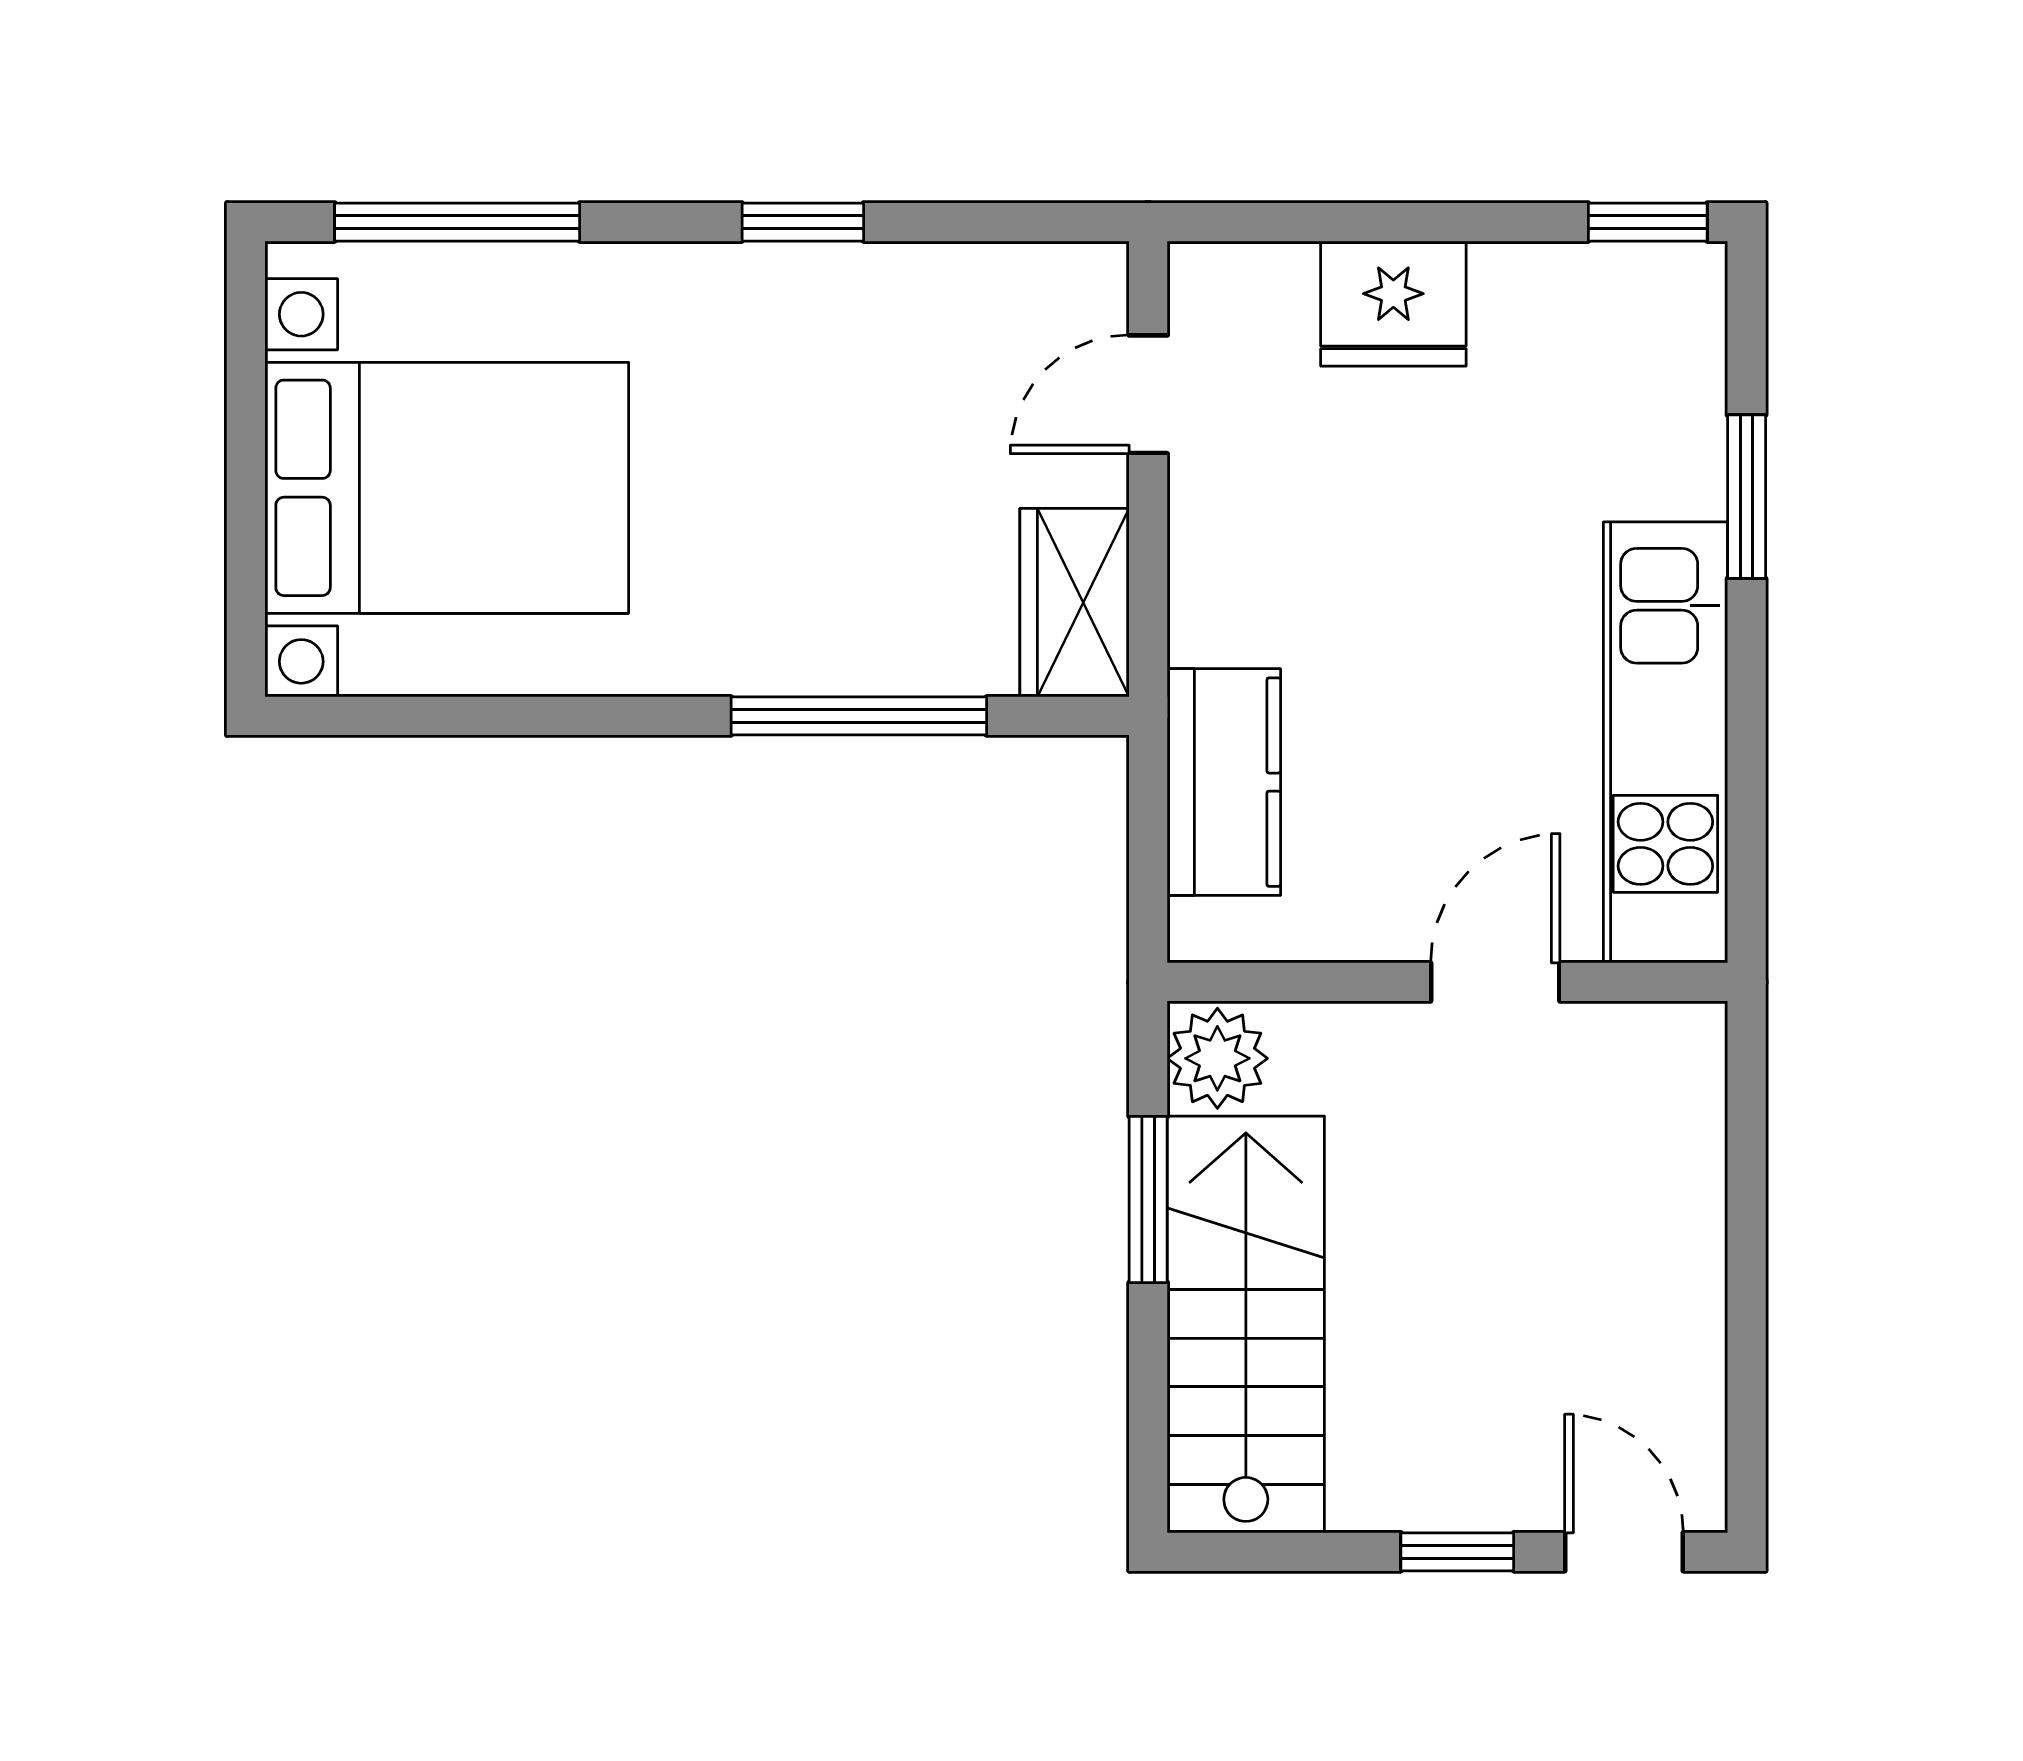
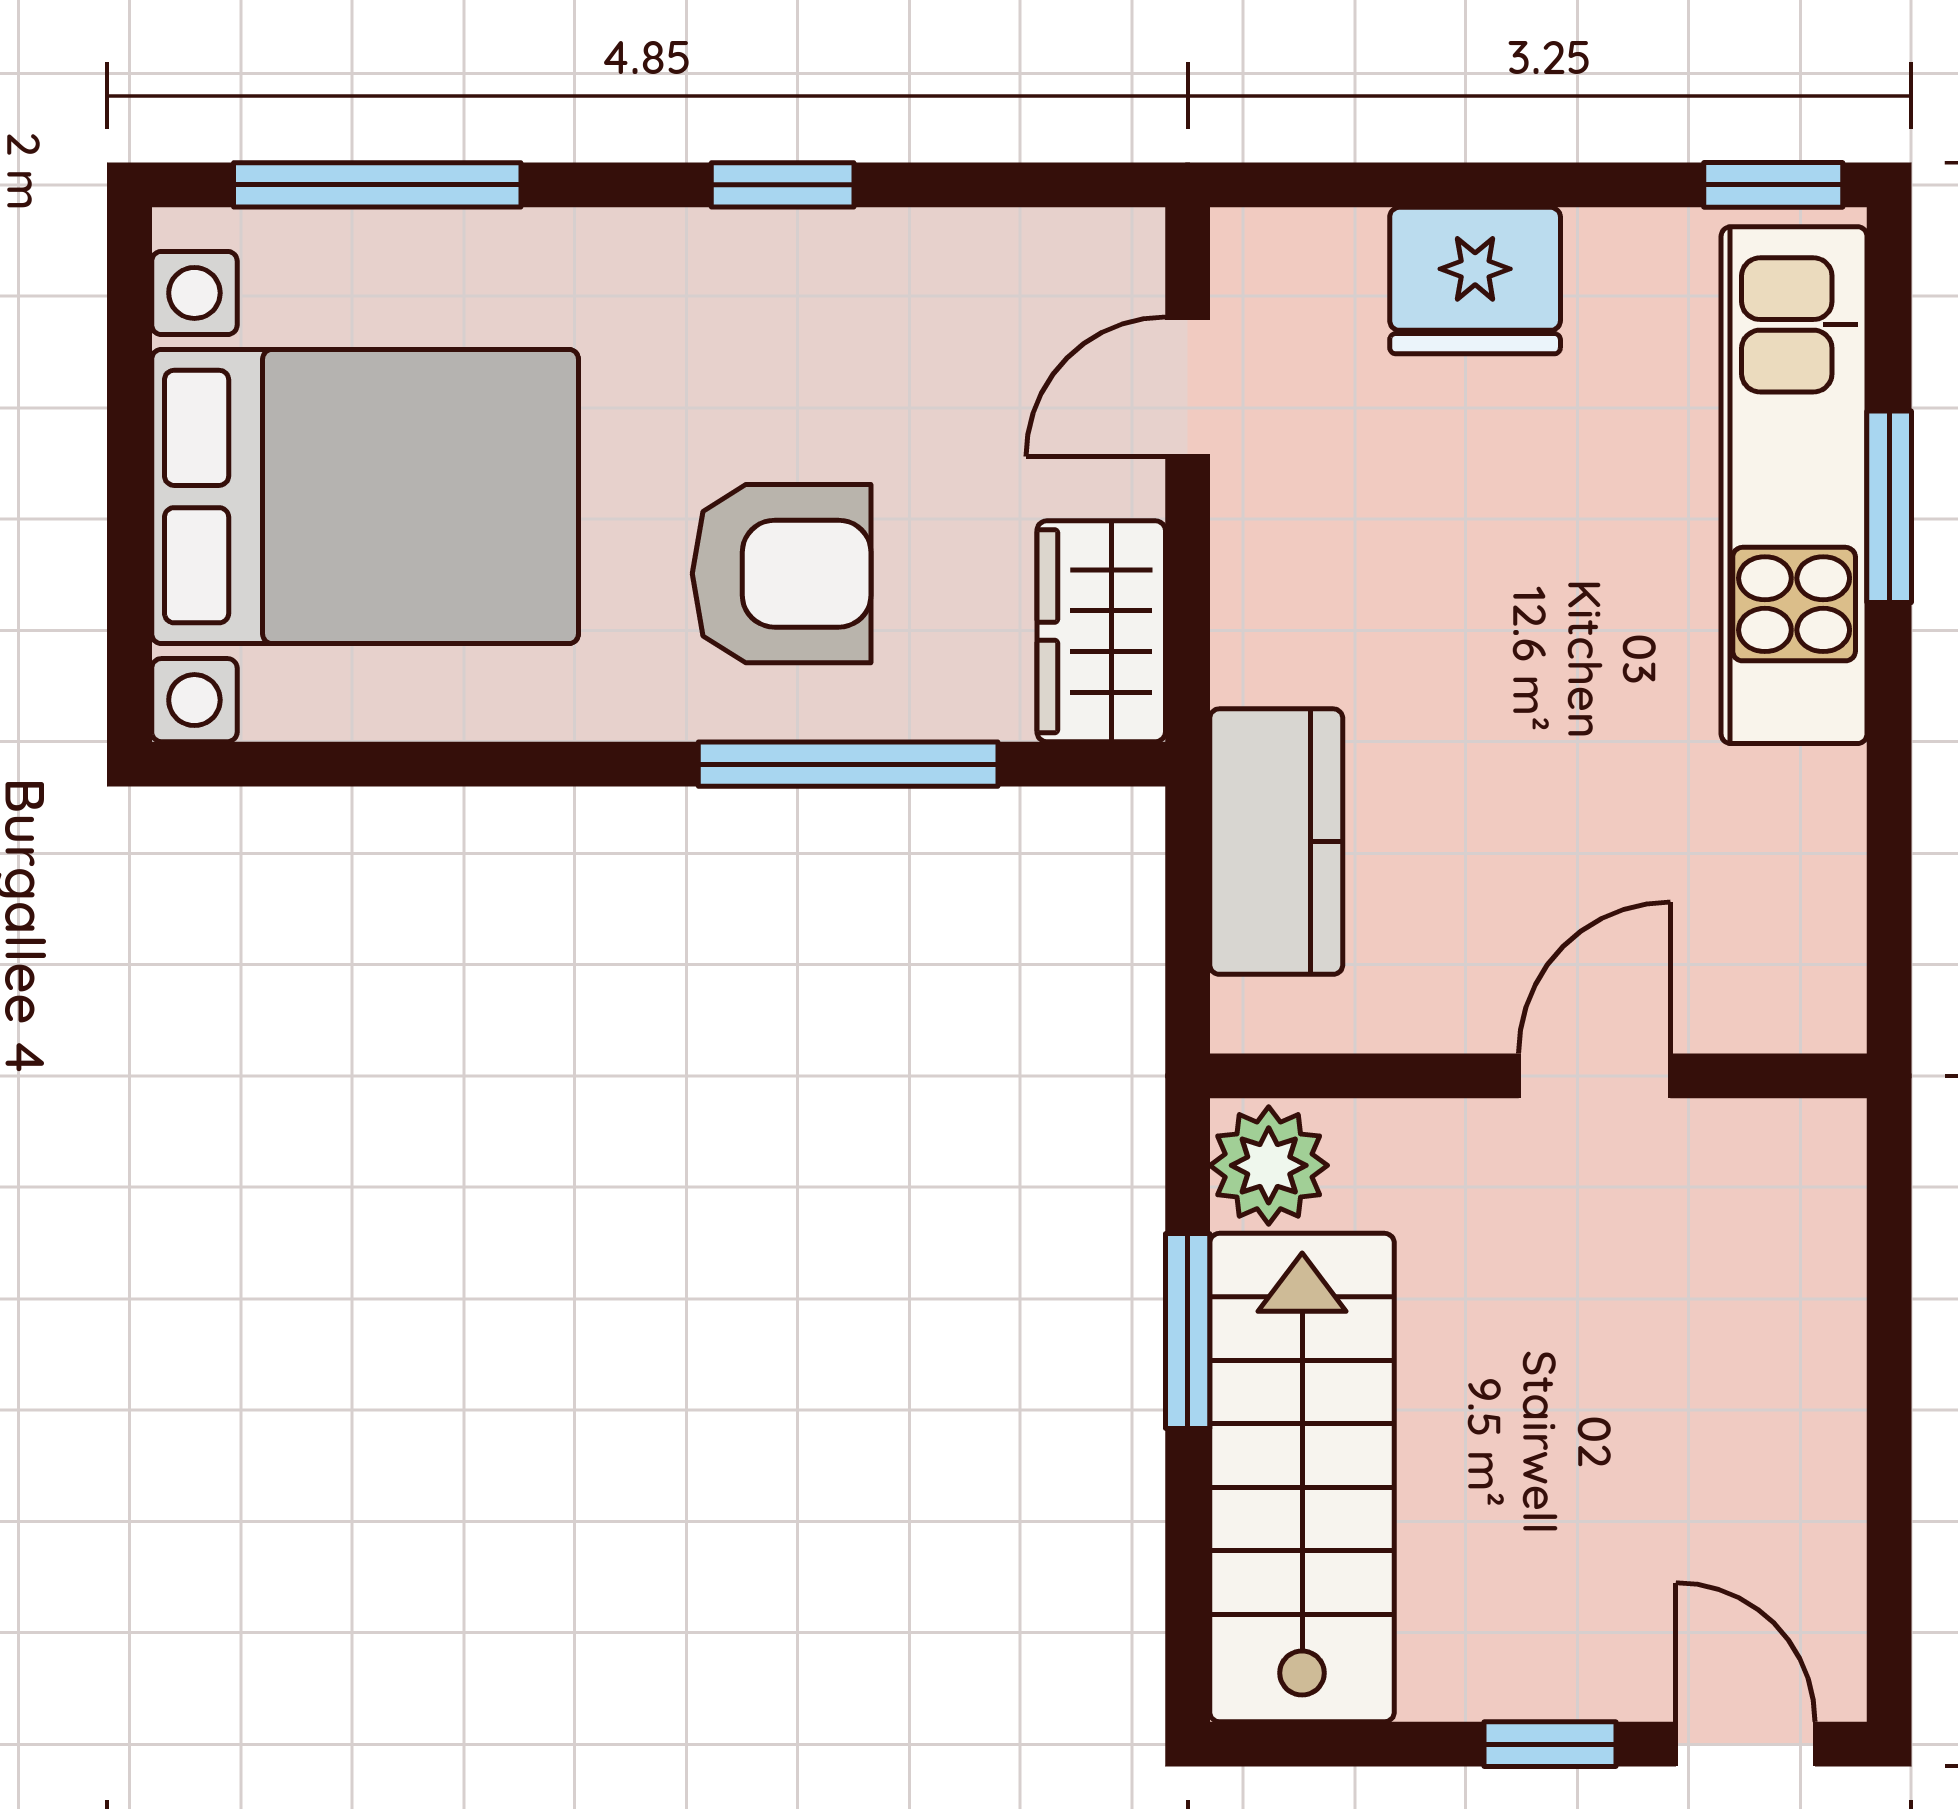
armchair: (802, 554) -> (782, 574), added
kitchen unit: (1665, 742) -> (1794, 485), moved

